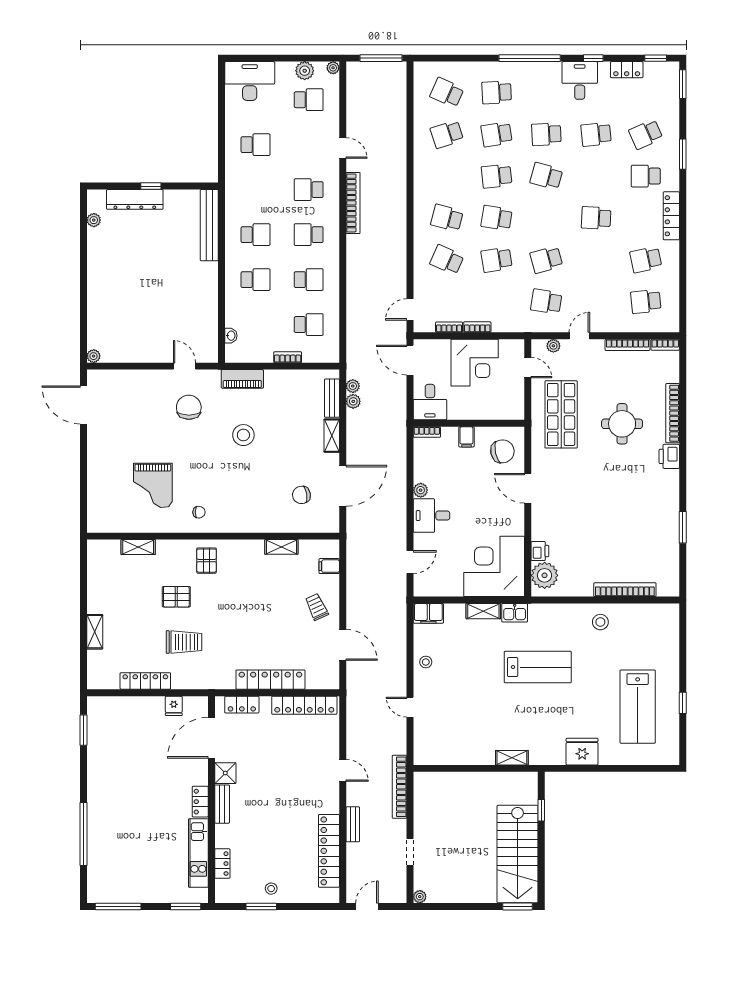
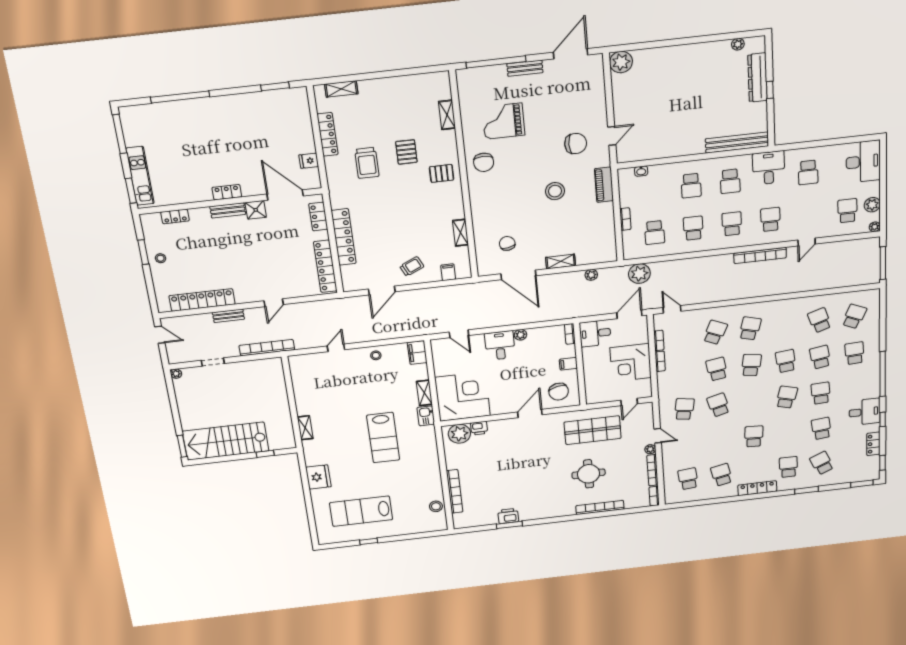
school desk: (309, 100) -> (847, 211), turned 180
desk: (244, 190) -> (769, 168), added
school desk: (309, 280) -> (693, 228), turned 180
plant: (553, 346) -> (650, 449), moved
plant: (94, 356) -> (621, 62), width x1.88, depth x1.88
plant: (353, 386) -> (639, 274), moved, width x1.88, depth x1.88
bench: (332, 398) -> (525, 68), moved
printer: (669, 456) -> (508, 516), moved
window: (83, 487) -> (496, 62), added
chair: (199, 512) -> (484, 162), width x1.87, depth x1.87
stool: (600, 622) -> (436, 506), moved
shelving: (95, 632) -> (341, 89), moved
kitchen unit: (198, 853) -> (140, 176), moved, turned 90

